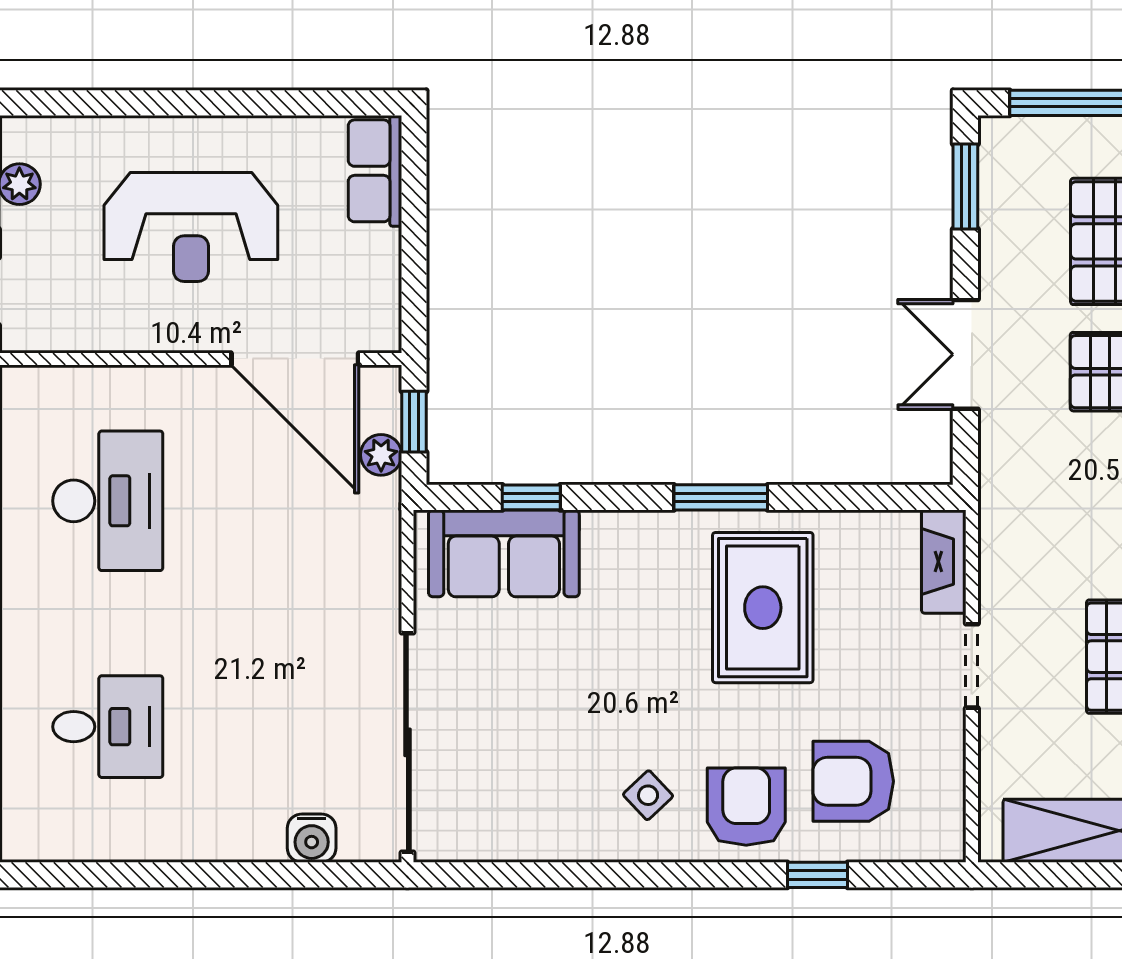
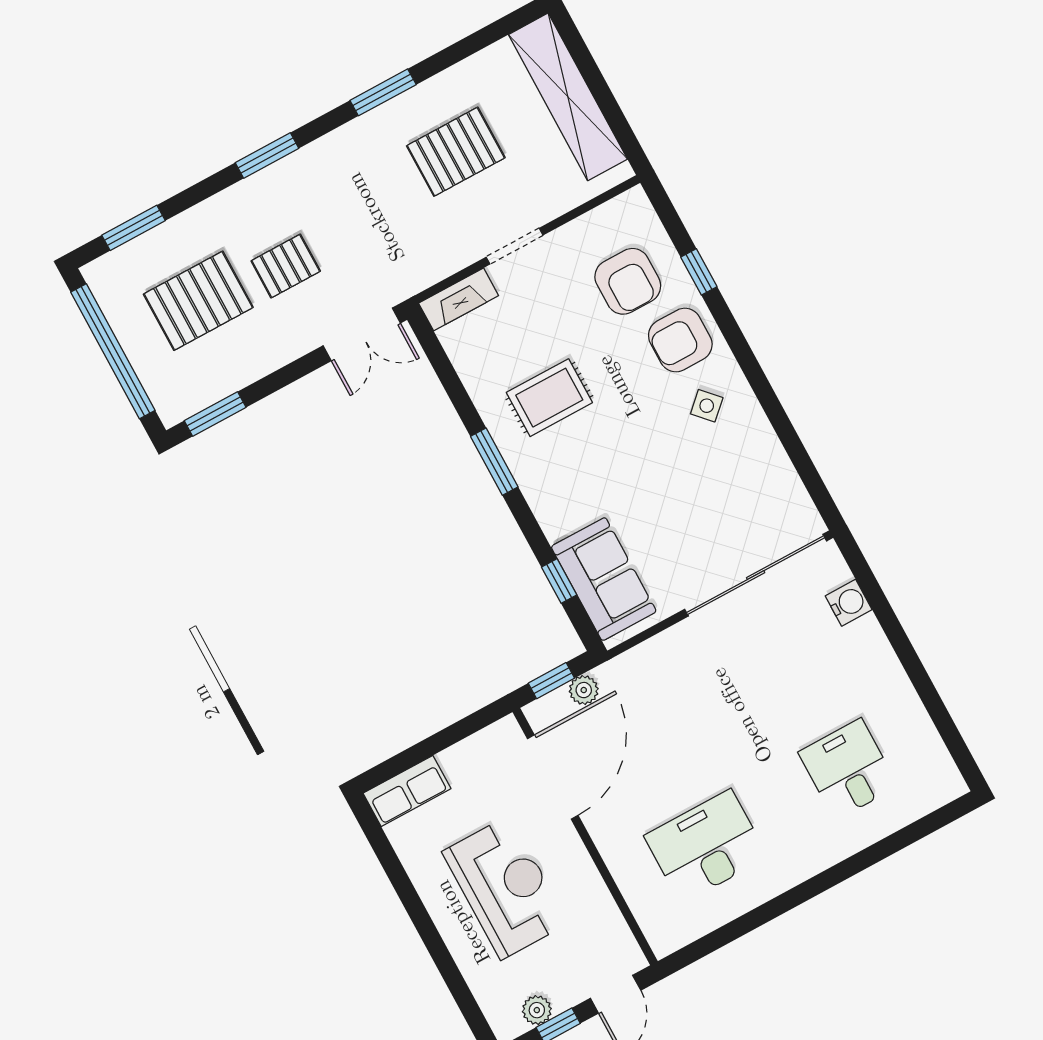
double door: (965, 354) -> (362, 334), moved
rug: (763, 608) -> (549, 398), width x0.73, depth x0.70

